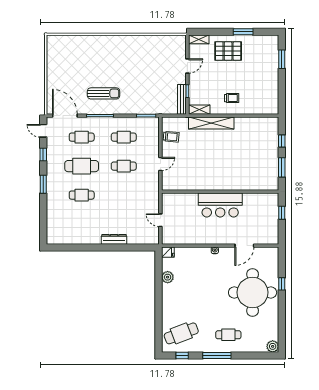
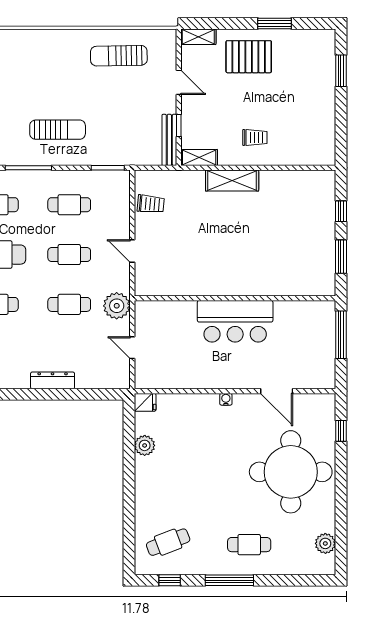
sun lounger: (153, 50) -> (119, 56), added
door: (187, 66) -> (179, 82), hinge flipped
sun lounger: (104, 93) -> (58, 130), moved
shelving: (211, 123) -> (232, 181), width x0.68
door: (160, 164) -> (132, 251), swing flipped
cafe table: (124, 195) -> (69, 304), added
plant: (151, 196) -> (117, 306), added
window: (282, 213) -> (341, 335), width x2.17
door: (244, 246) -> (277, 391), hinge flipped
window: (282, 284) -> (341, 431), moved
cafe table: (181, 333) -> (168, 542), width x0.73, depth x0.74
plant: (273, 346) -> (325, 543), moved

